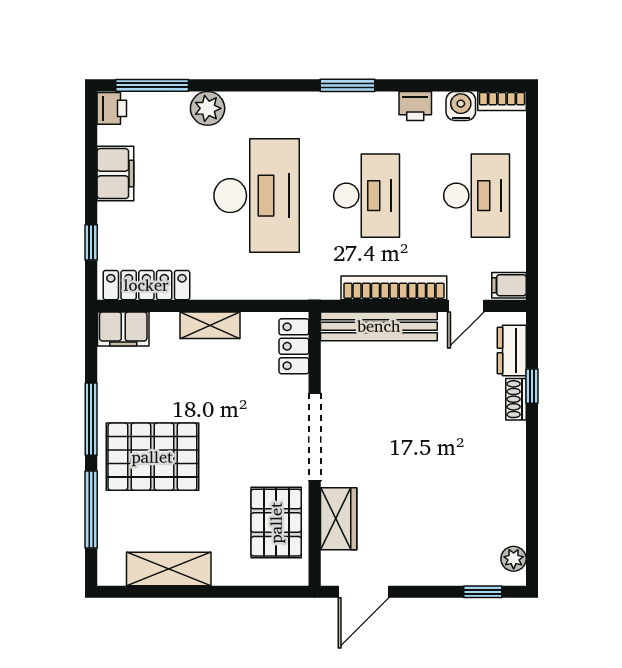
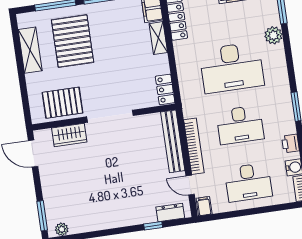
shelving: (210, 325) -> (158, 38), moved
locker: (294, 346) -> (165, 89), moved, turned -90
shoe rack: (516, 399) -> (145, 218), removed
pallet: (152, 457) -> (73, 41), moved
window: (483, 592) -> (42, 216), width x1.50

